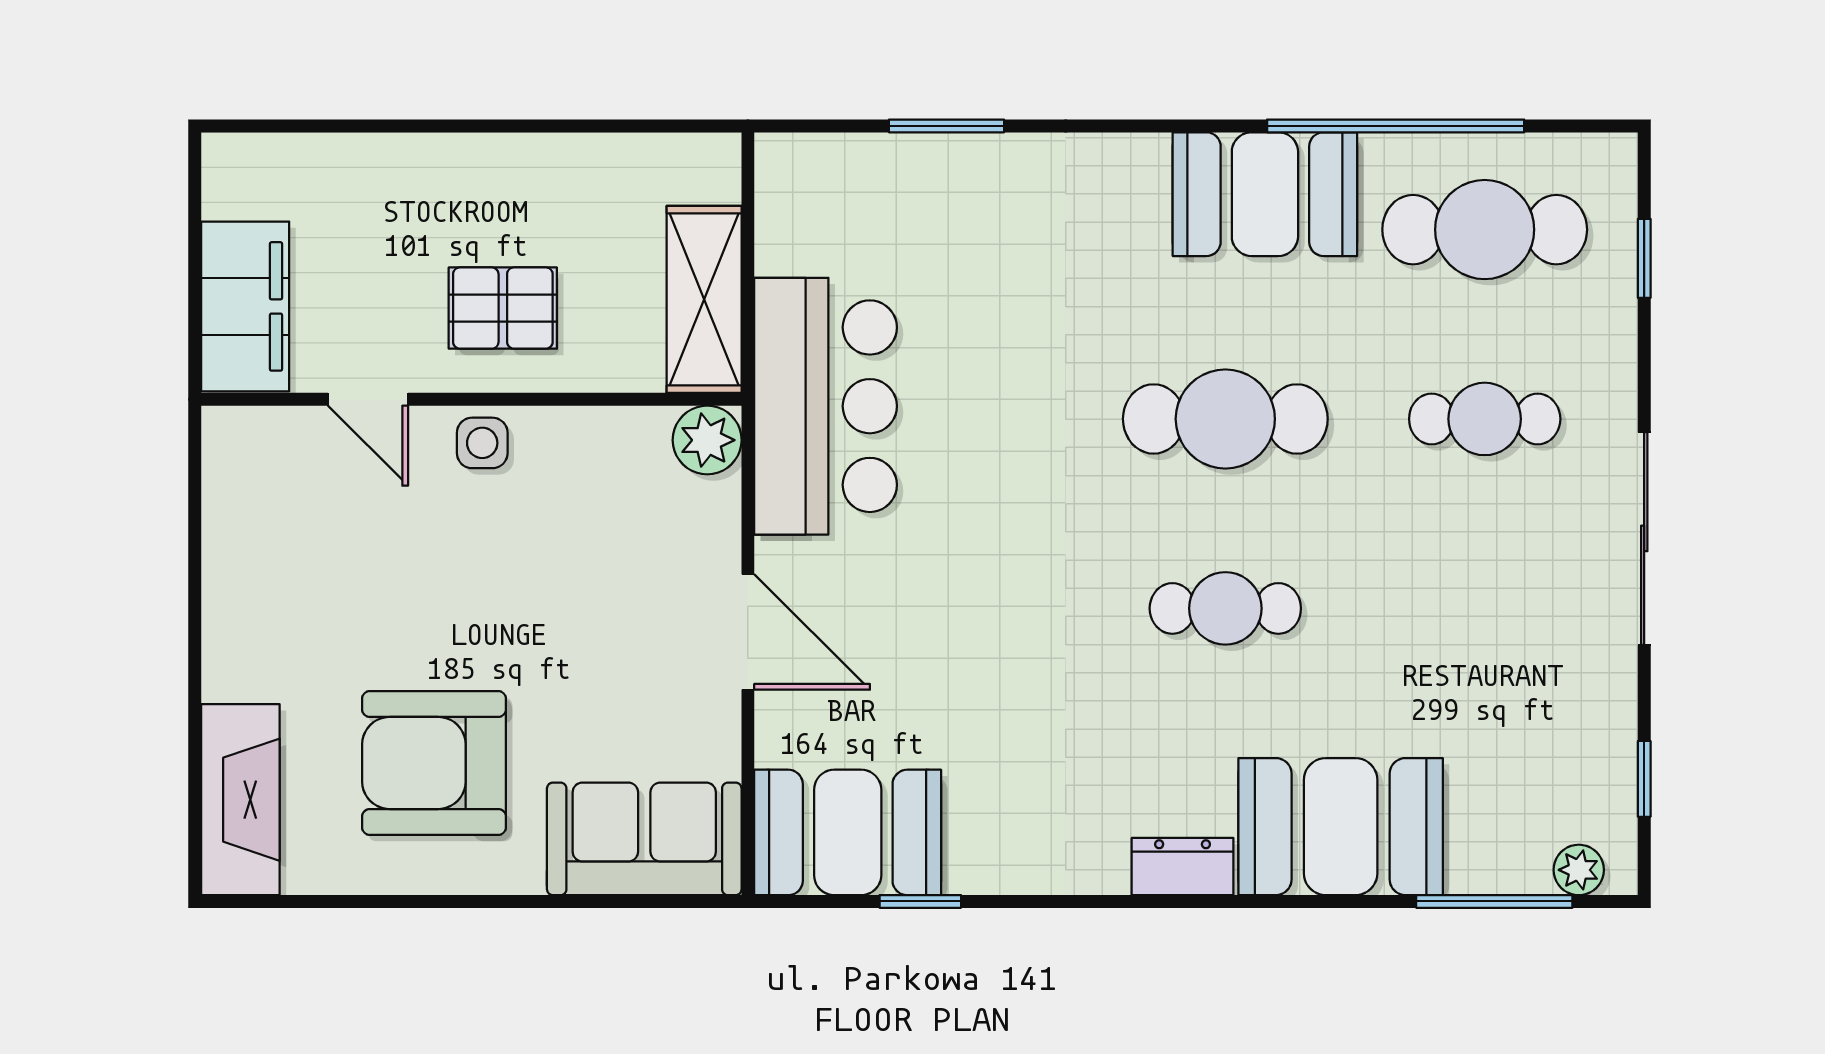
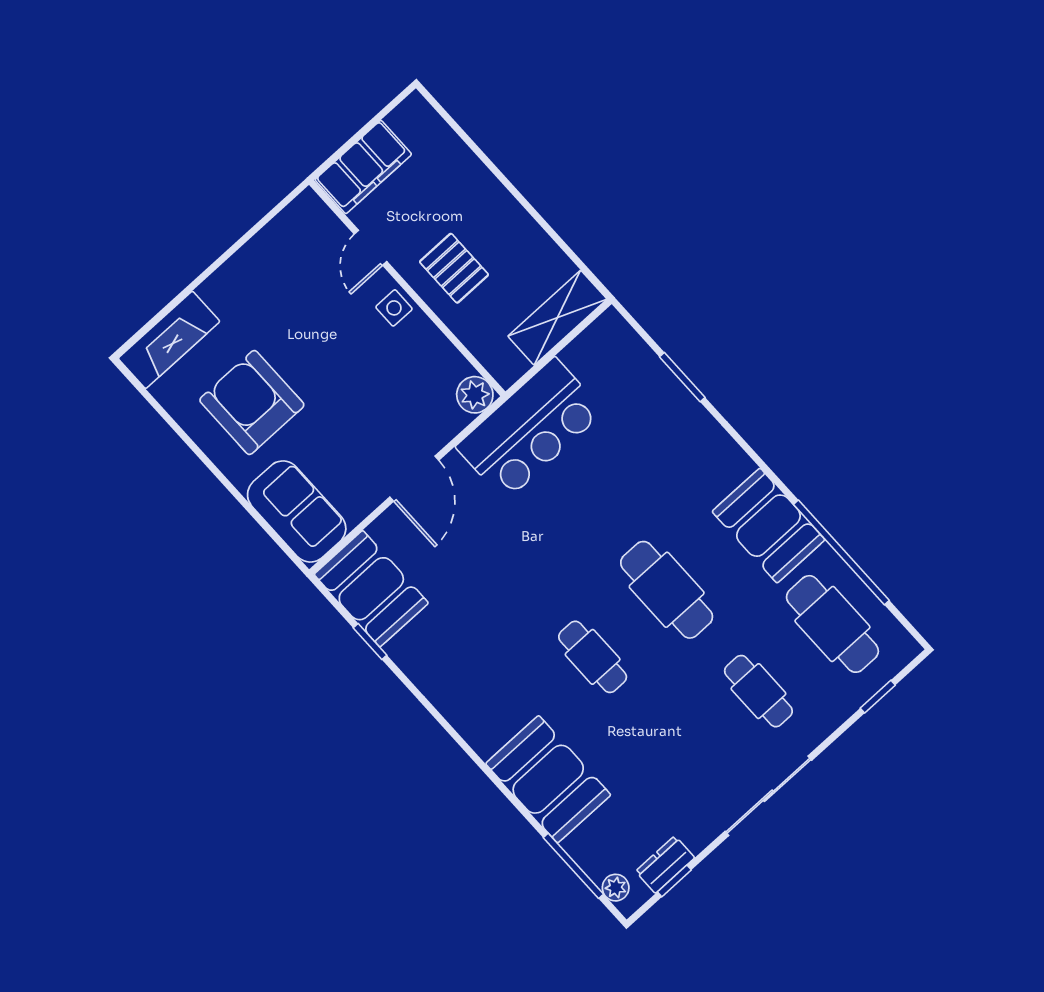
shelving: (704, 299) -> (557, 318), moved
dresser: (1183, 867) -> (665, 865), moved, turned -90

